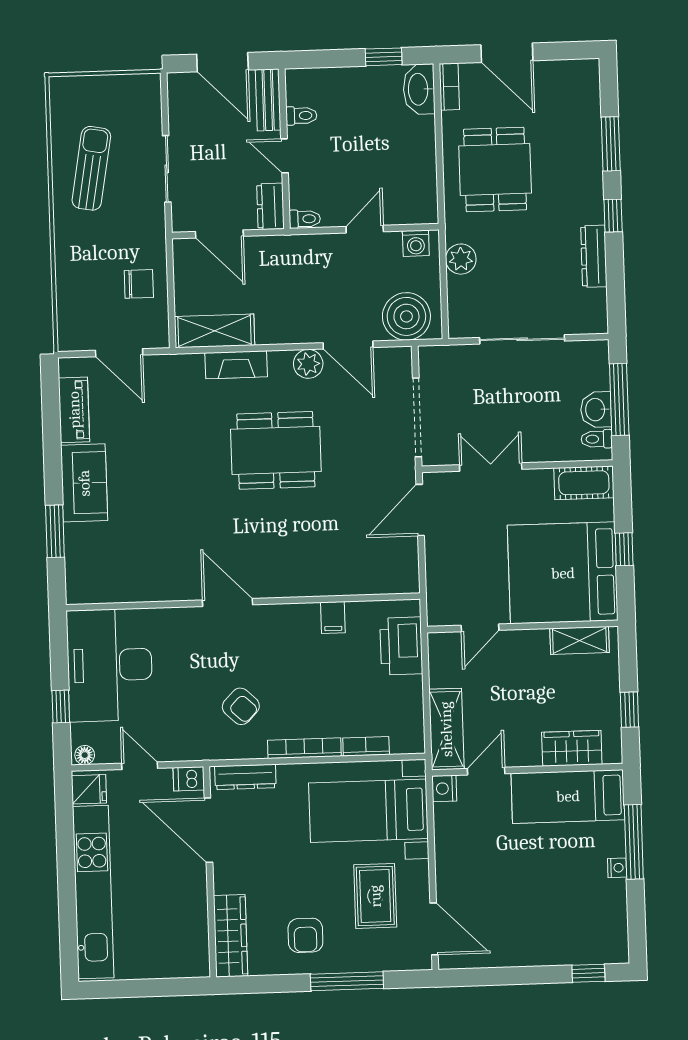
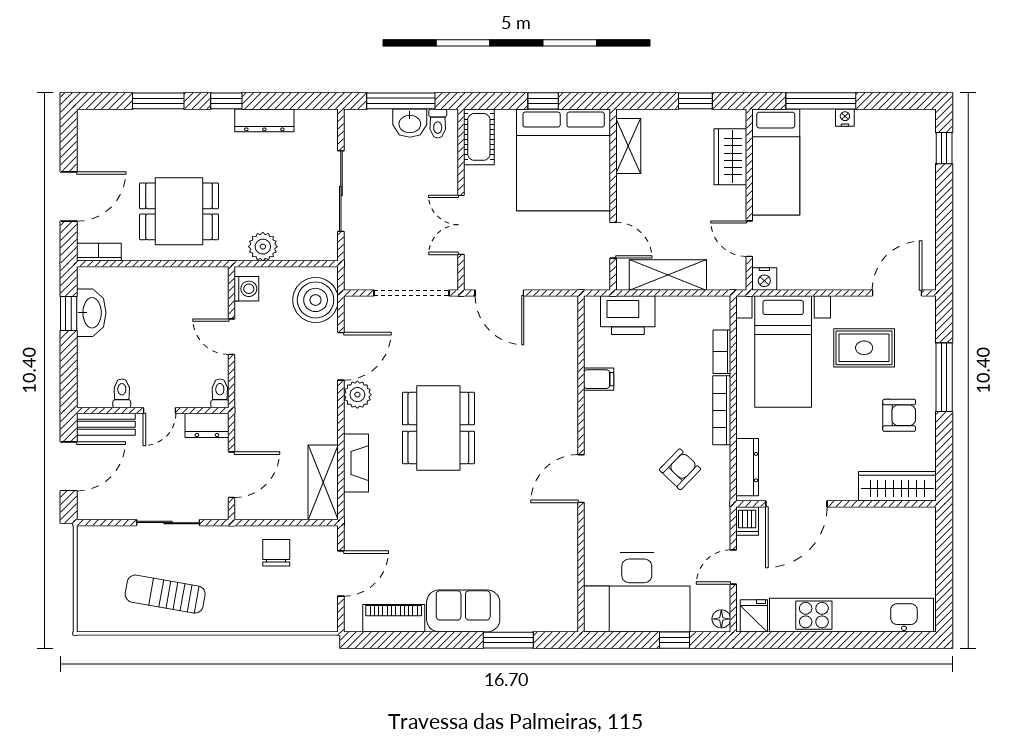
washbasin: (419, 89) -> (91, 313), moved, turned -90
shelving: (446, 729) -> (668, 275), moved

